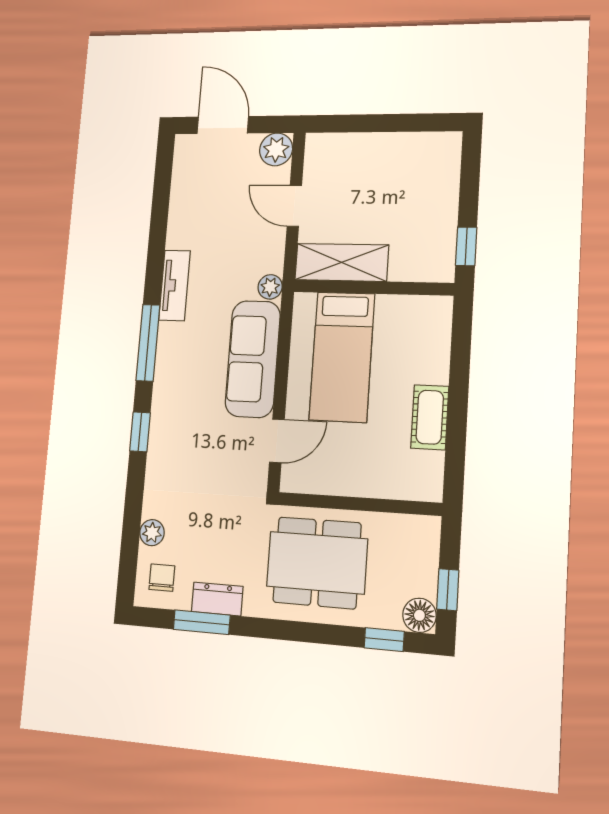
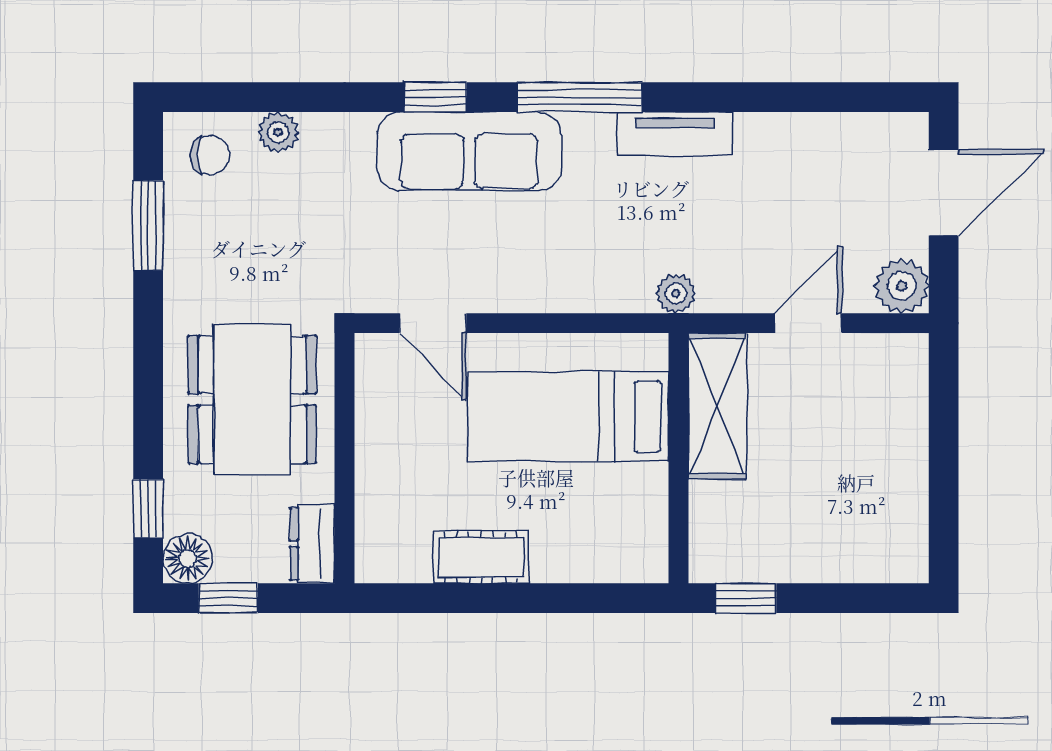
sofa: (253, 359) -> (469, 151), moved, turned 180
dresser: (217, 599) -> (312, 544), moved, turned 180

